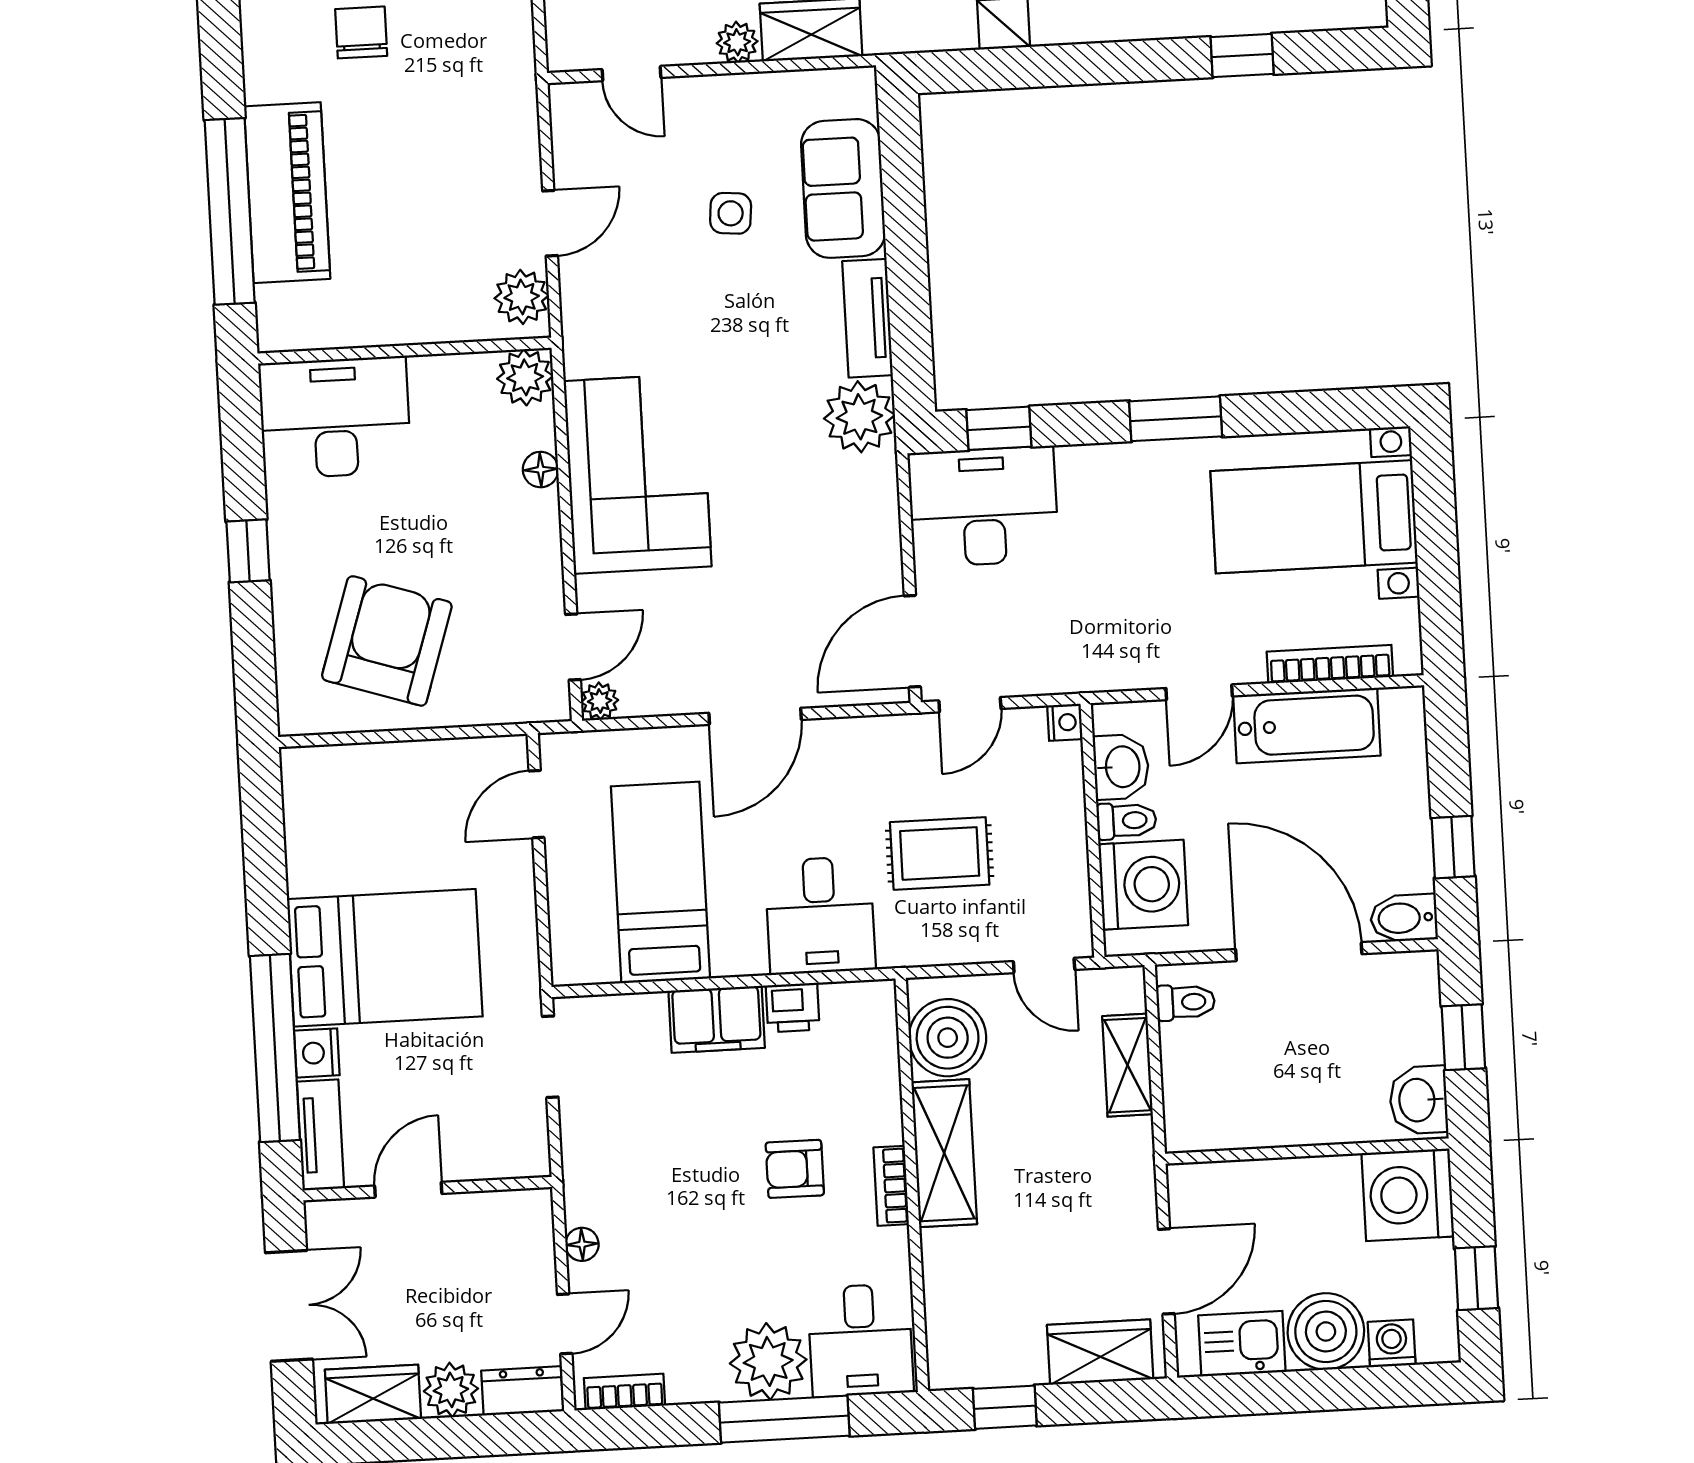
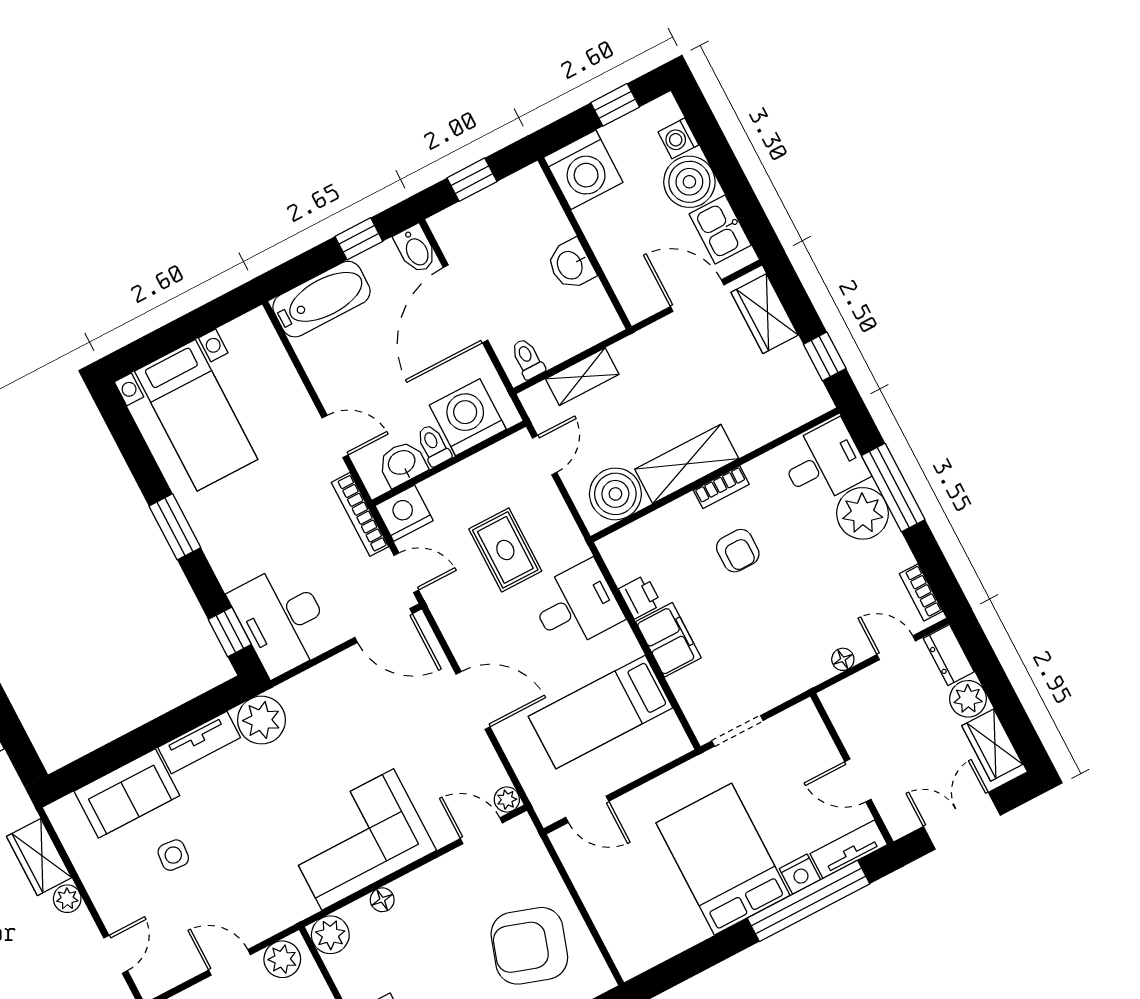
bookcase: (1330, 664) -> (360, 514), moved
nightstand: (1065, 722) -> (404, 513), width x1.89, depth x1.79
bathtub: (1307, 725) -> (321, 299), moved, turned 90
washbasin: (1419, 1100) -> (571, 265), moved, turned 90

